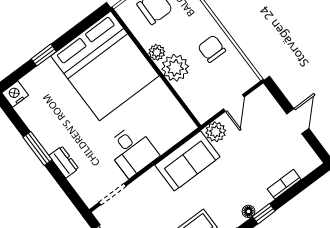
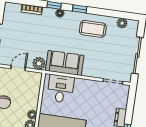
plant: (175, 68) -> (32, 115), width x0.53, depth x0.53
desk: (132, 151) -> (61, 89), moved

